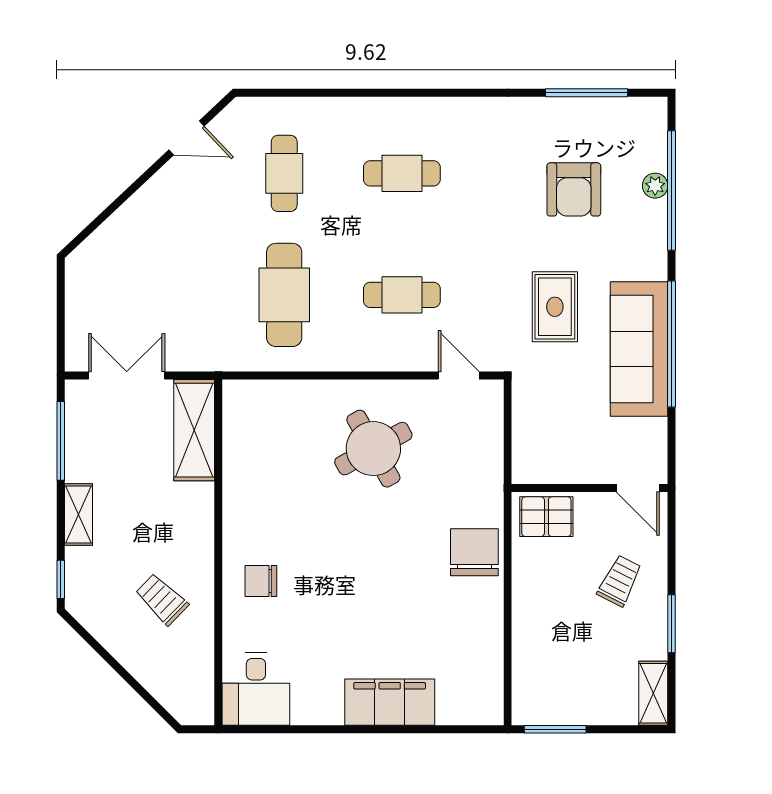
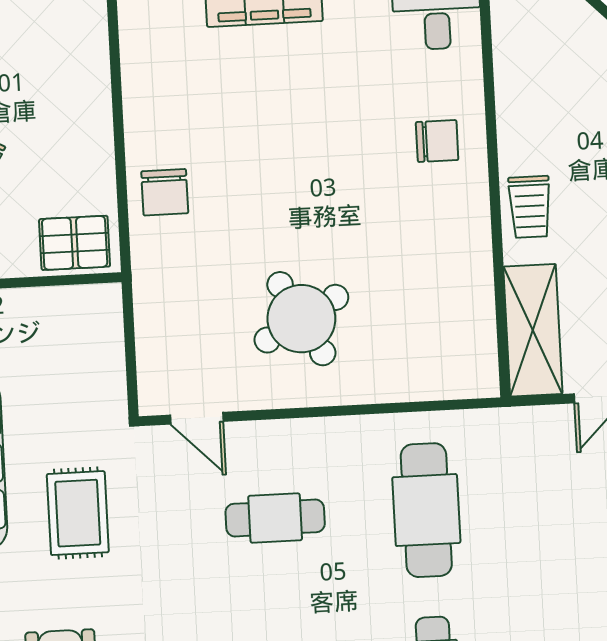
chair: (474, 552) -> (165, 192), width x0.73, depth x0.73
trolley: (162, 599) -> (530, 207), moved, turned 46

